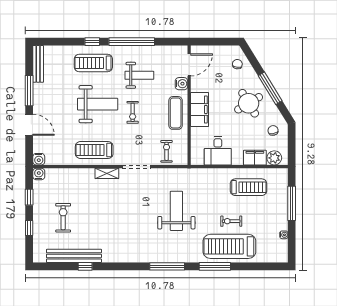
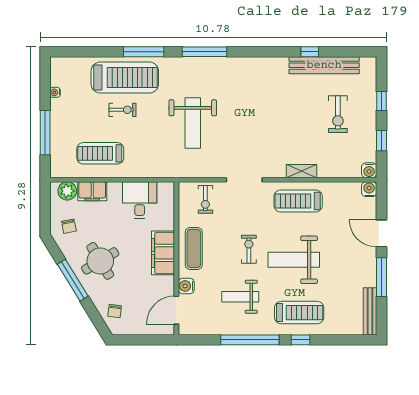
treadmill: (94, 150) -> (298, 201), turned 180
shelving: (107, 173) -> (301, 171), moved

